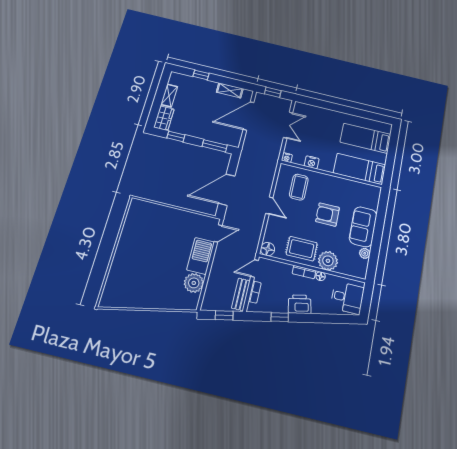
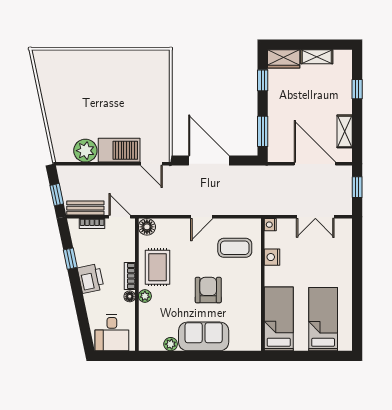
plant: (328, 261) -> (145, 296), width x0.53, depth x0.53

